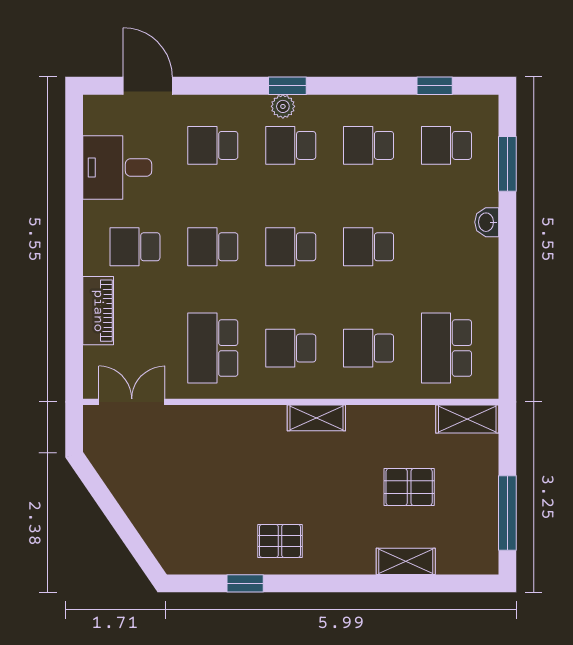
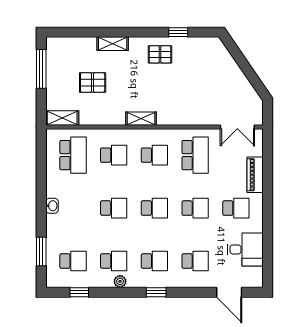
plant: (283, 106) -> (120, 281), moved
washbasin: (487, 222) -> (52, 206), moved
shelving: (406, 561) -> (113, 44), moved

